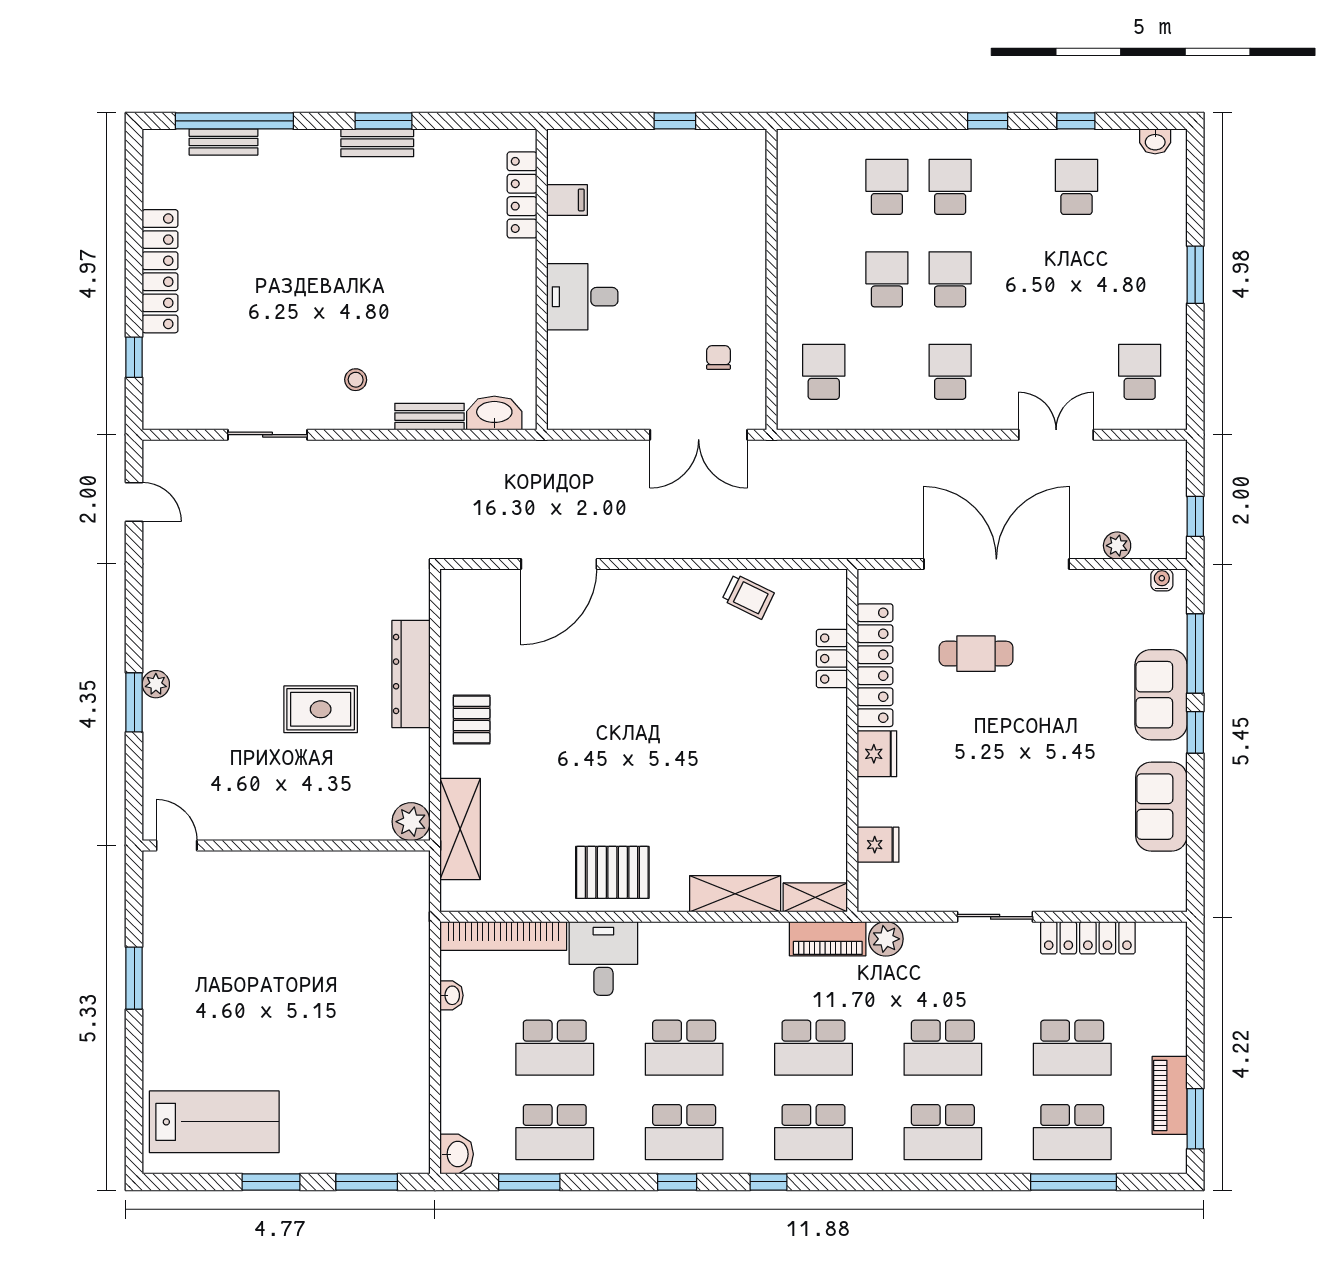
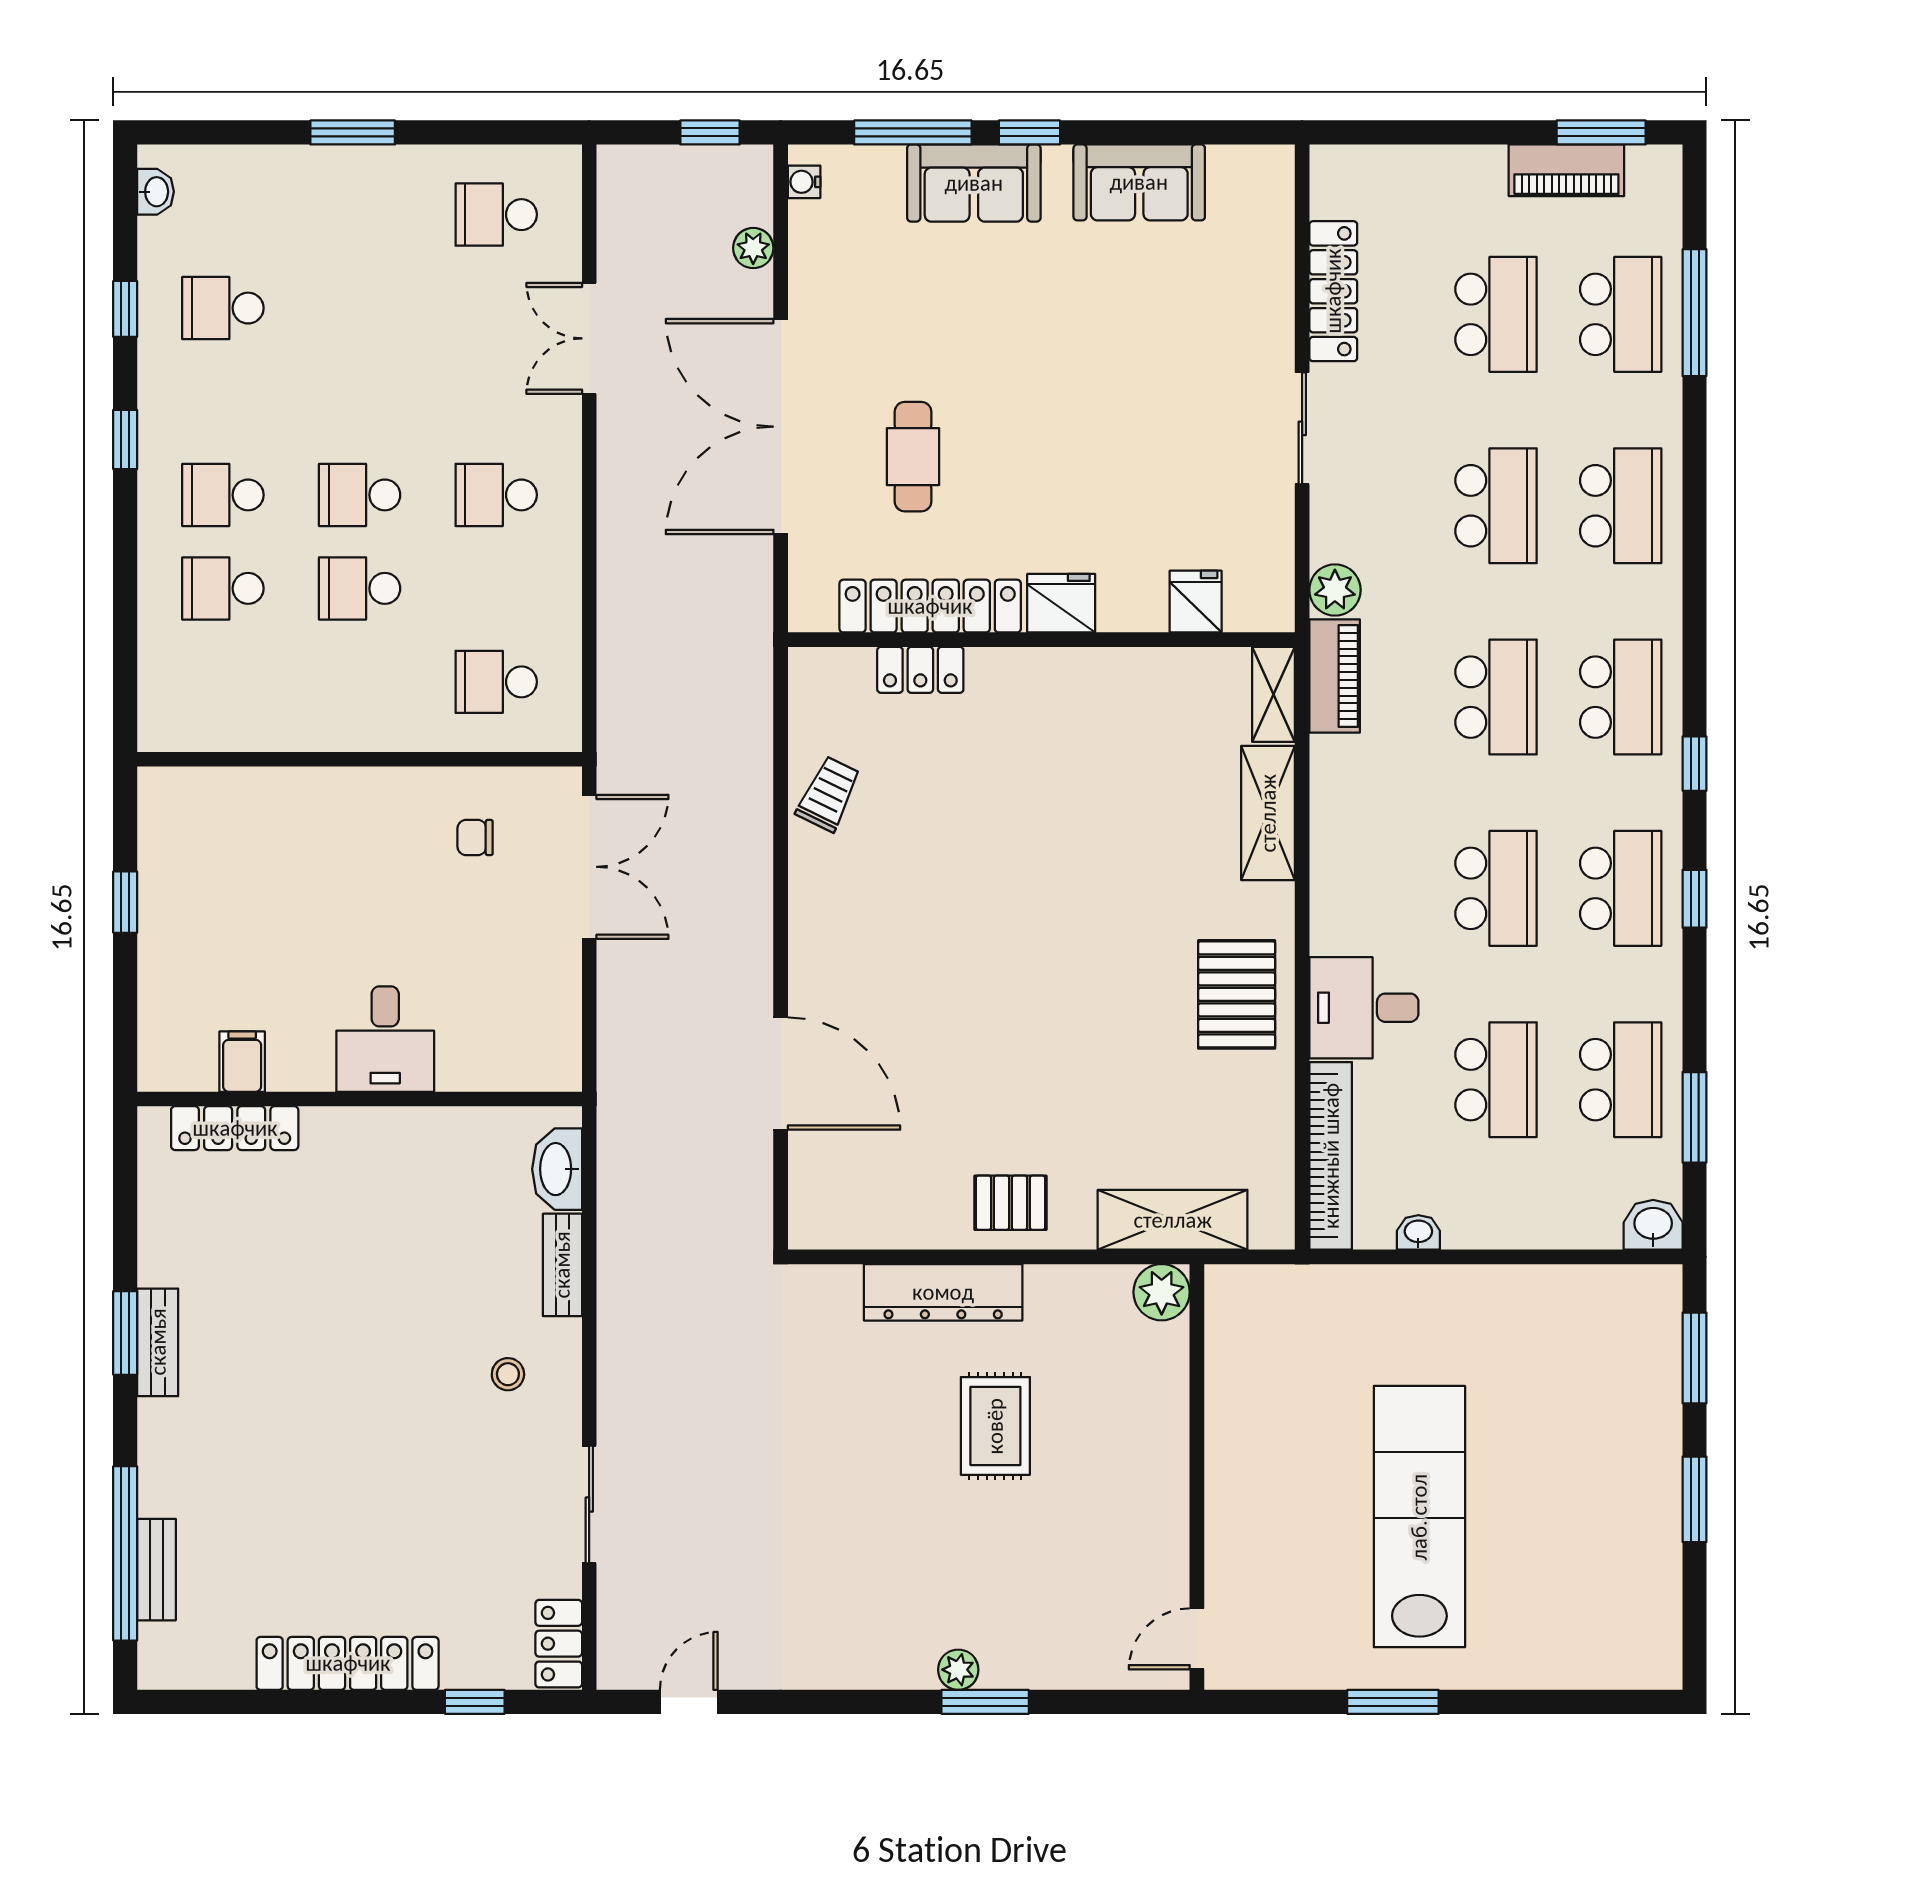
locker: (173, 414) -> (559, 1644), added
lab bench: (214, 1122) -> (1419, 1517), moved, width x1.36

